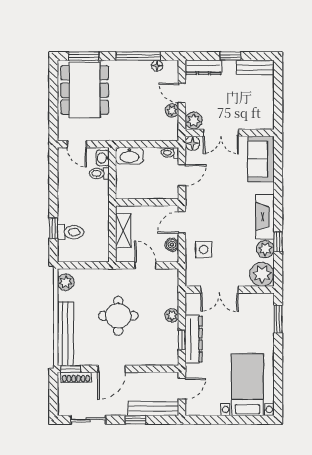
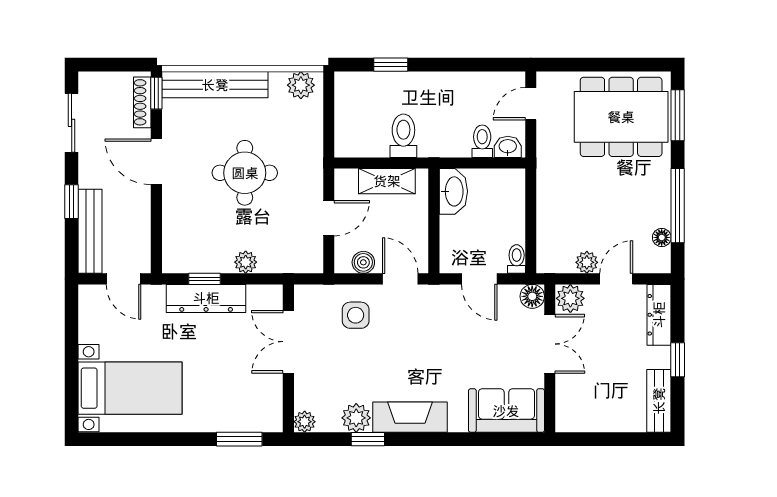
double door: (221, 133) -> (550, 344), swing flipped
washbasin: (129, 156) -> (453, 191), moved, turned 180
toilet: (71, 232) -> (403, 136), moved, turned 180
plant: (262, 274) -> (305, 422), width x0.53, depth x0.53

